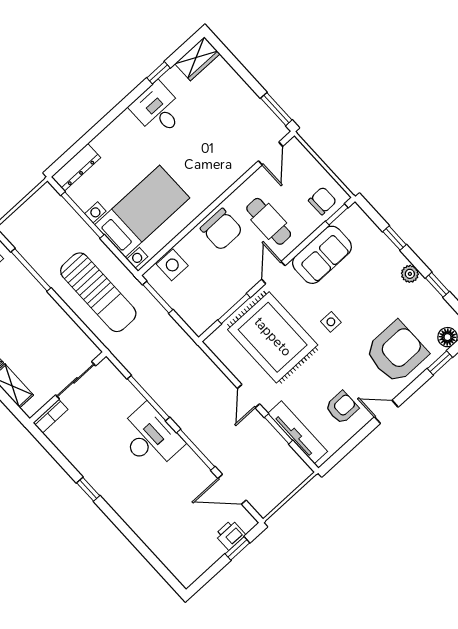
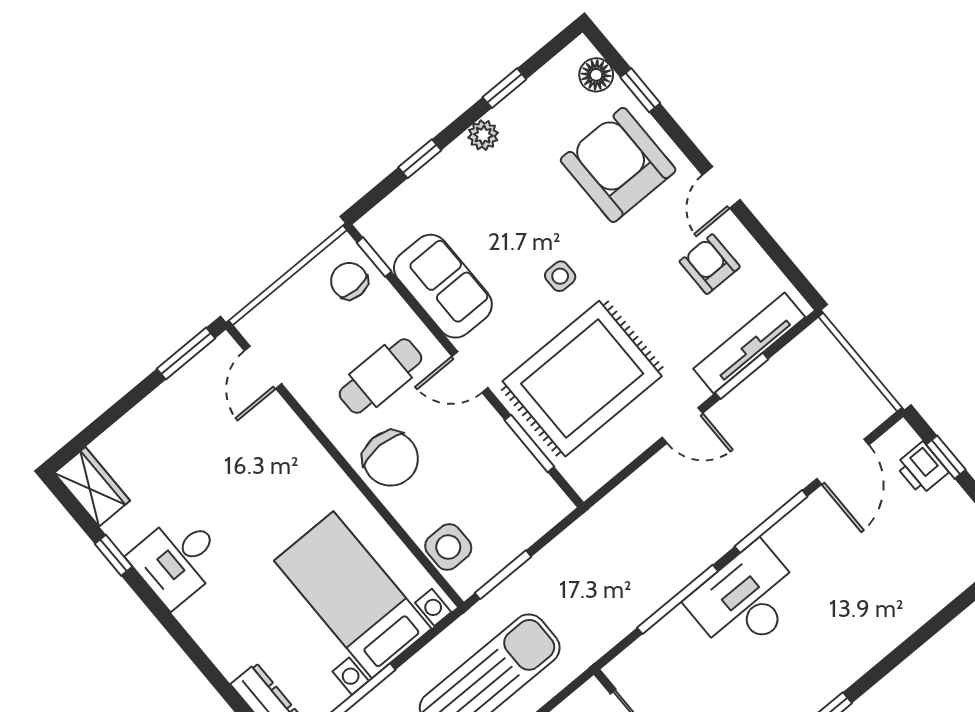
door: (270, 154) -> (263, 367), swing flipped
chair: (221, 229) -> (391, 459), turned 90

